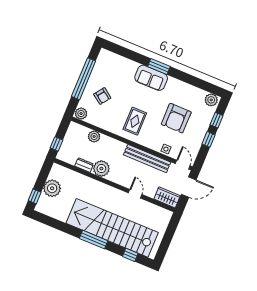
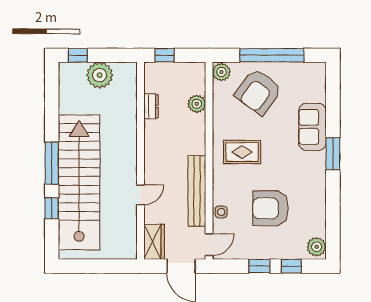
sofa: (151, 78) -> (312, 127), moved
armchair: (102, 96) -> (258, 92), width x1.88, depth x1.88
plant: (101, 169) -> (156, 133), removed
window: (130, 255) -> (52, 208), moved

